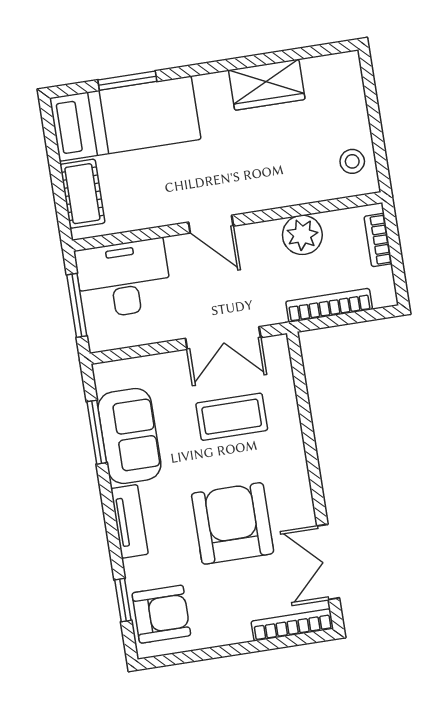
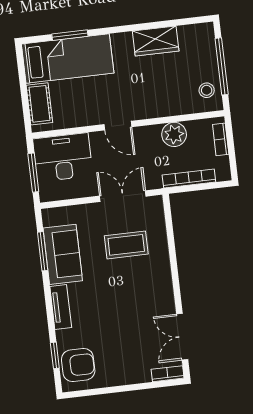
window: (375, 122) -> (222, 66), added
double door: (223, 338) -> (123, 196), swing flipped
armchair: (233, 523) -> (124, 311), removed
bookcase: (292, 625) -> (168, 374), width x0.64

